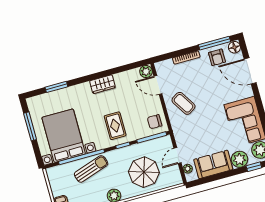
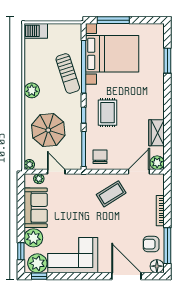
door: (250, 71) -> (126, 276), hinge flipped
wardrobe: (103, 84) -> (156, 133), moved
window: (30, 126) -> (113, 20), moved
rug: (115, 126) -> (108, 113), turned 90
plant: (178, 180) -> (29, 165), added

